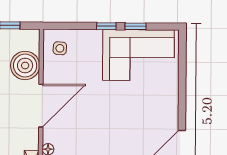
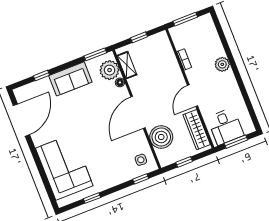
window: (106, 26) -> (141, 179), moved
corner sofa: (138, 55) -> (64, 167), moved, turned 90

